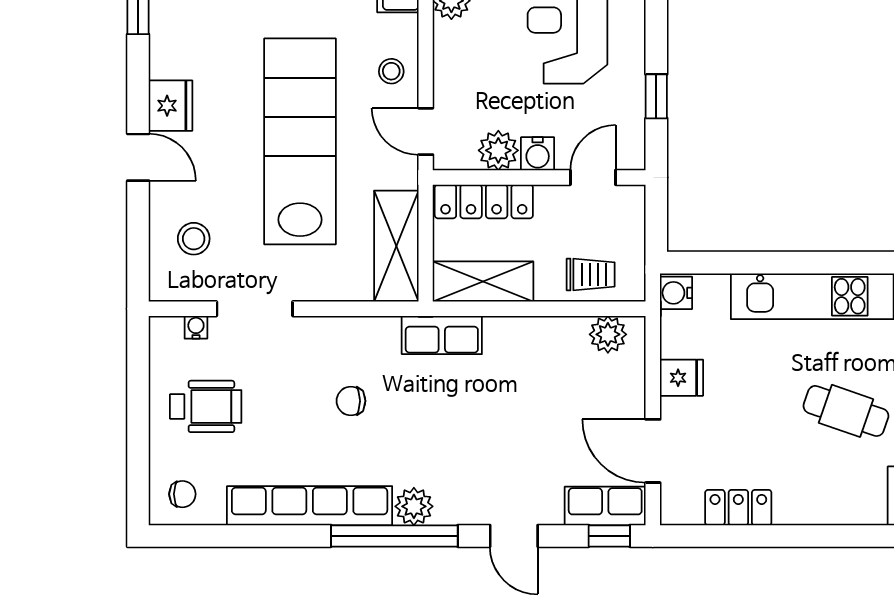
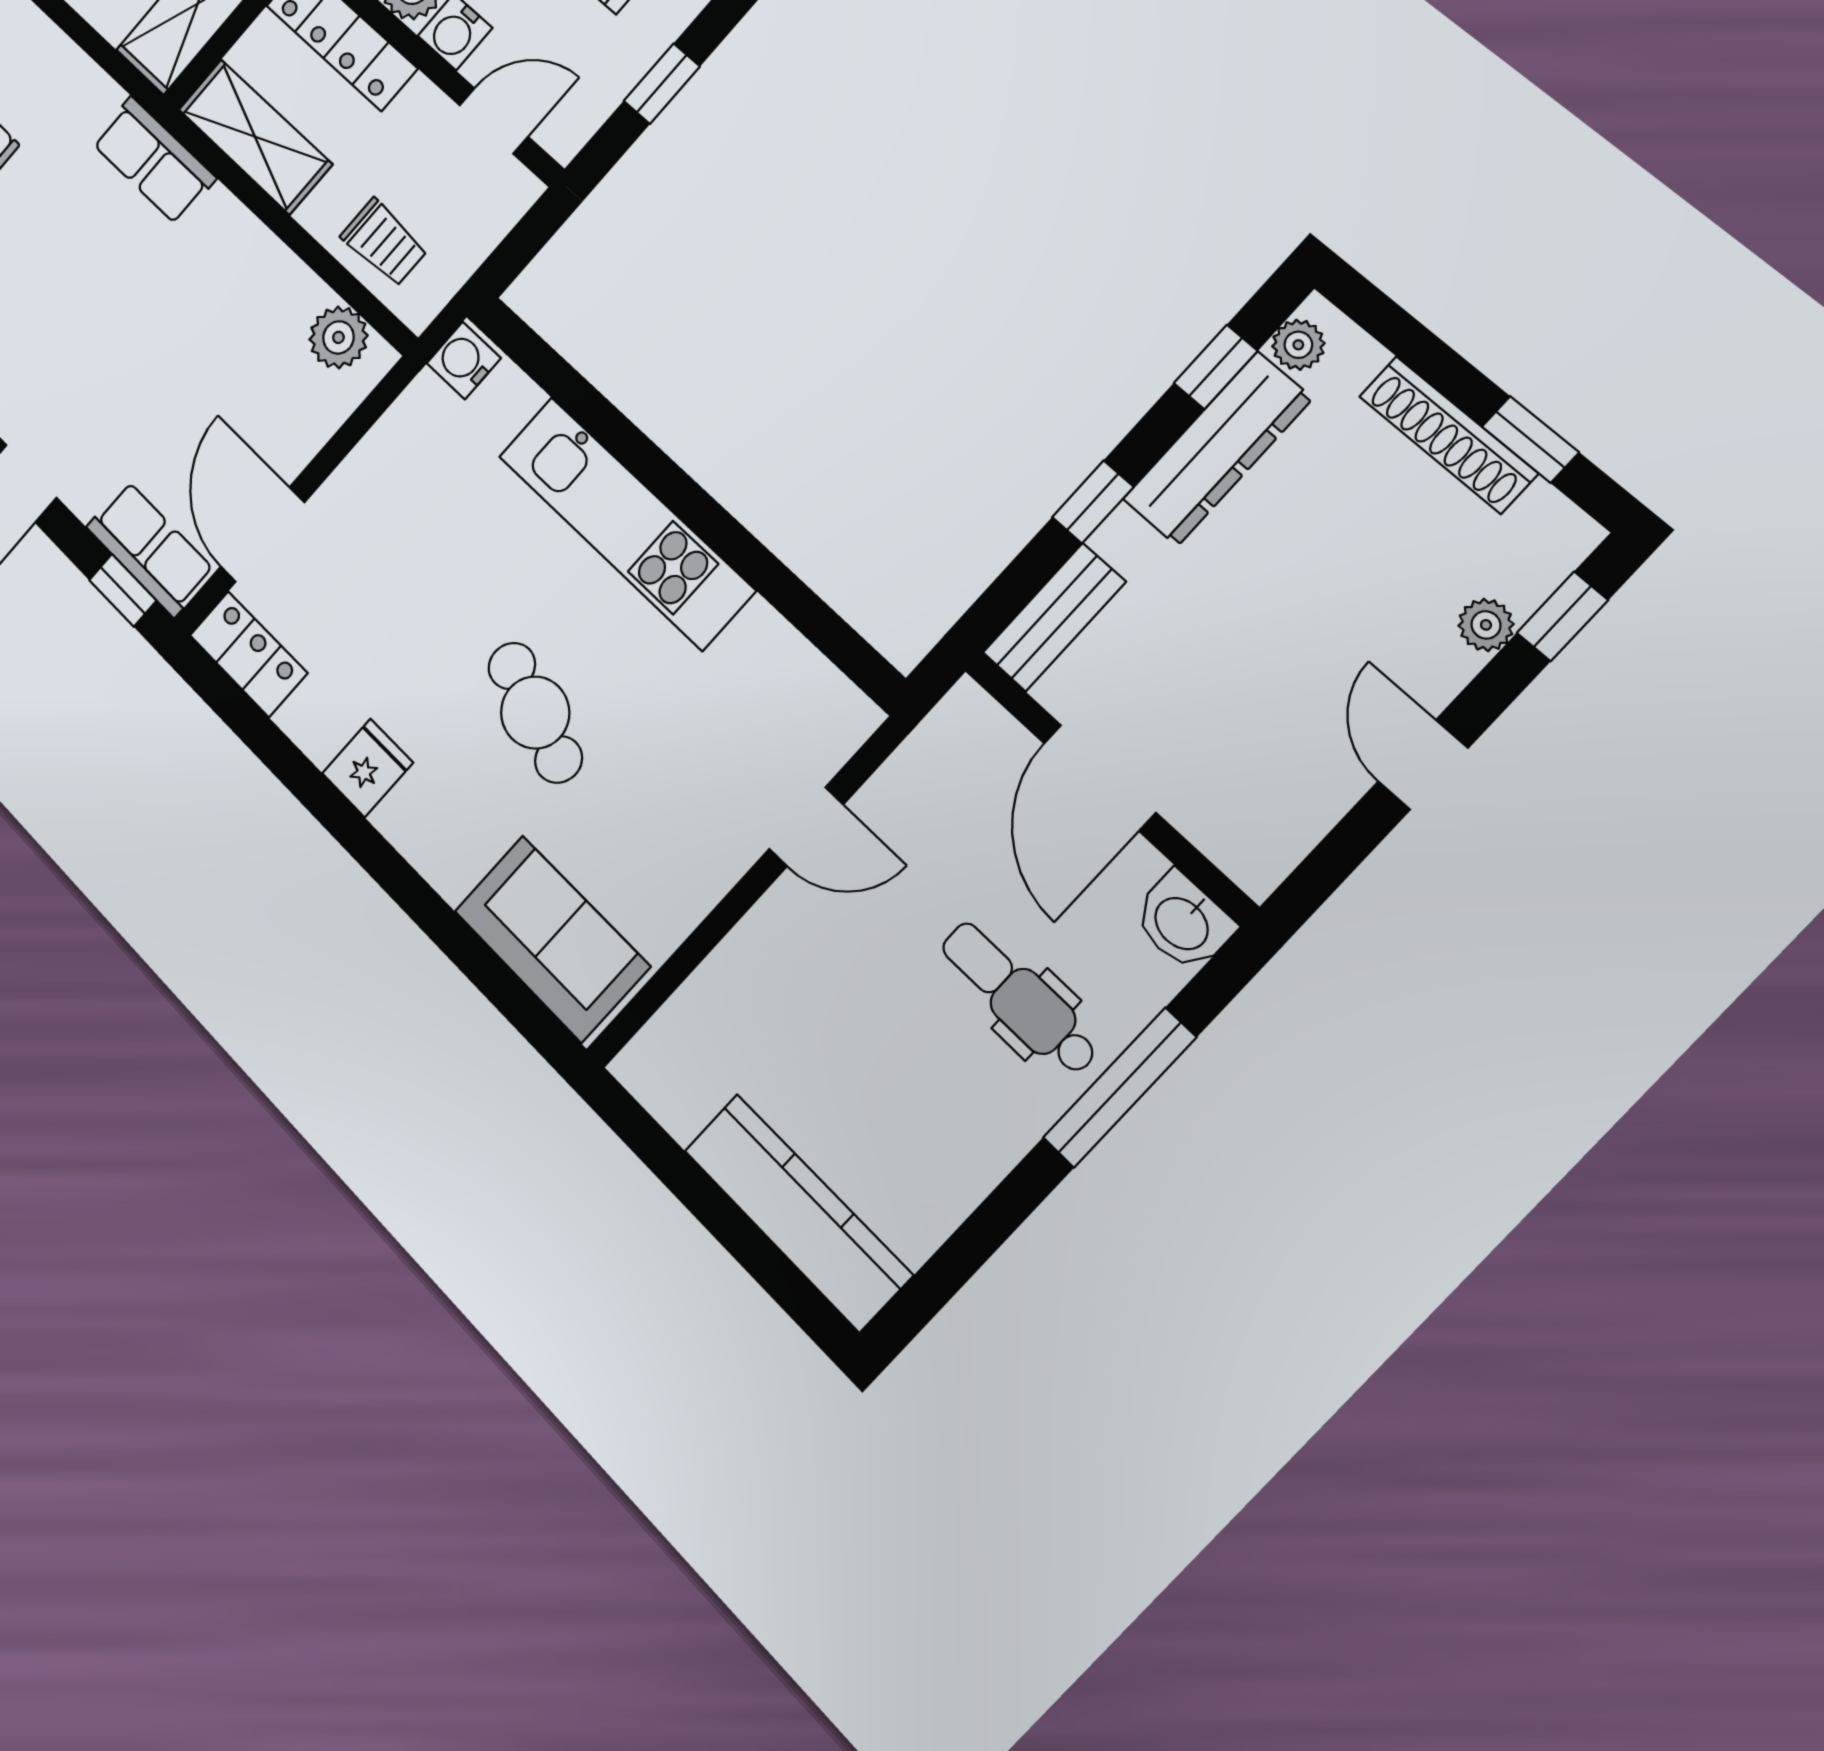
fridge: (681, 378) -> (368, 768), moved, turned -90
locker: (738, 508) -> (248, 654), moved

